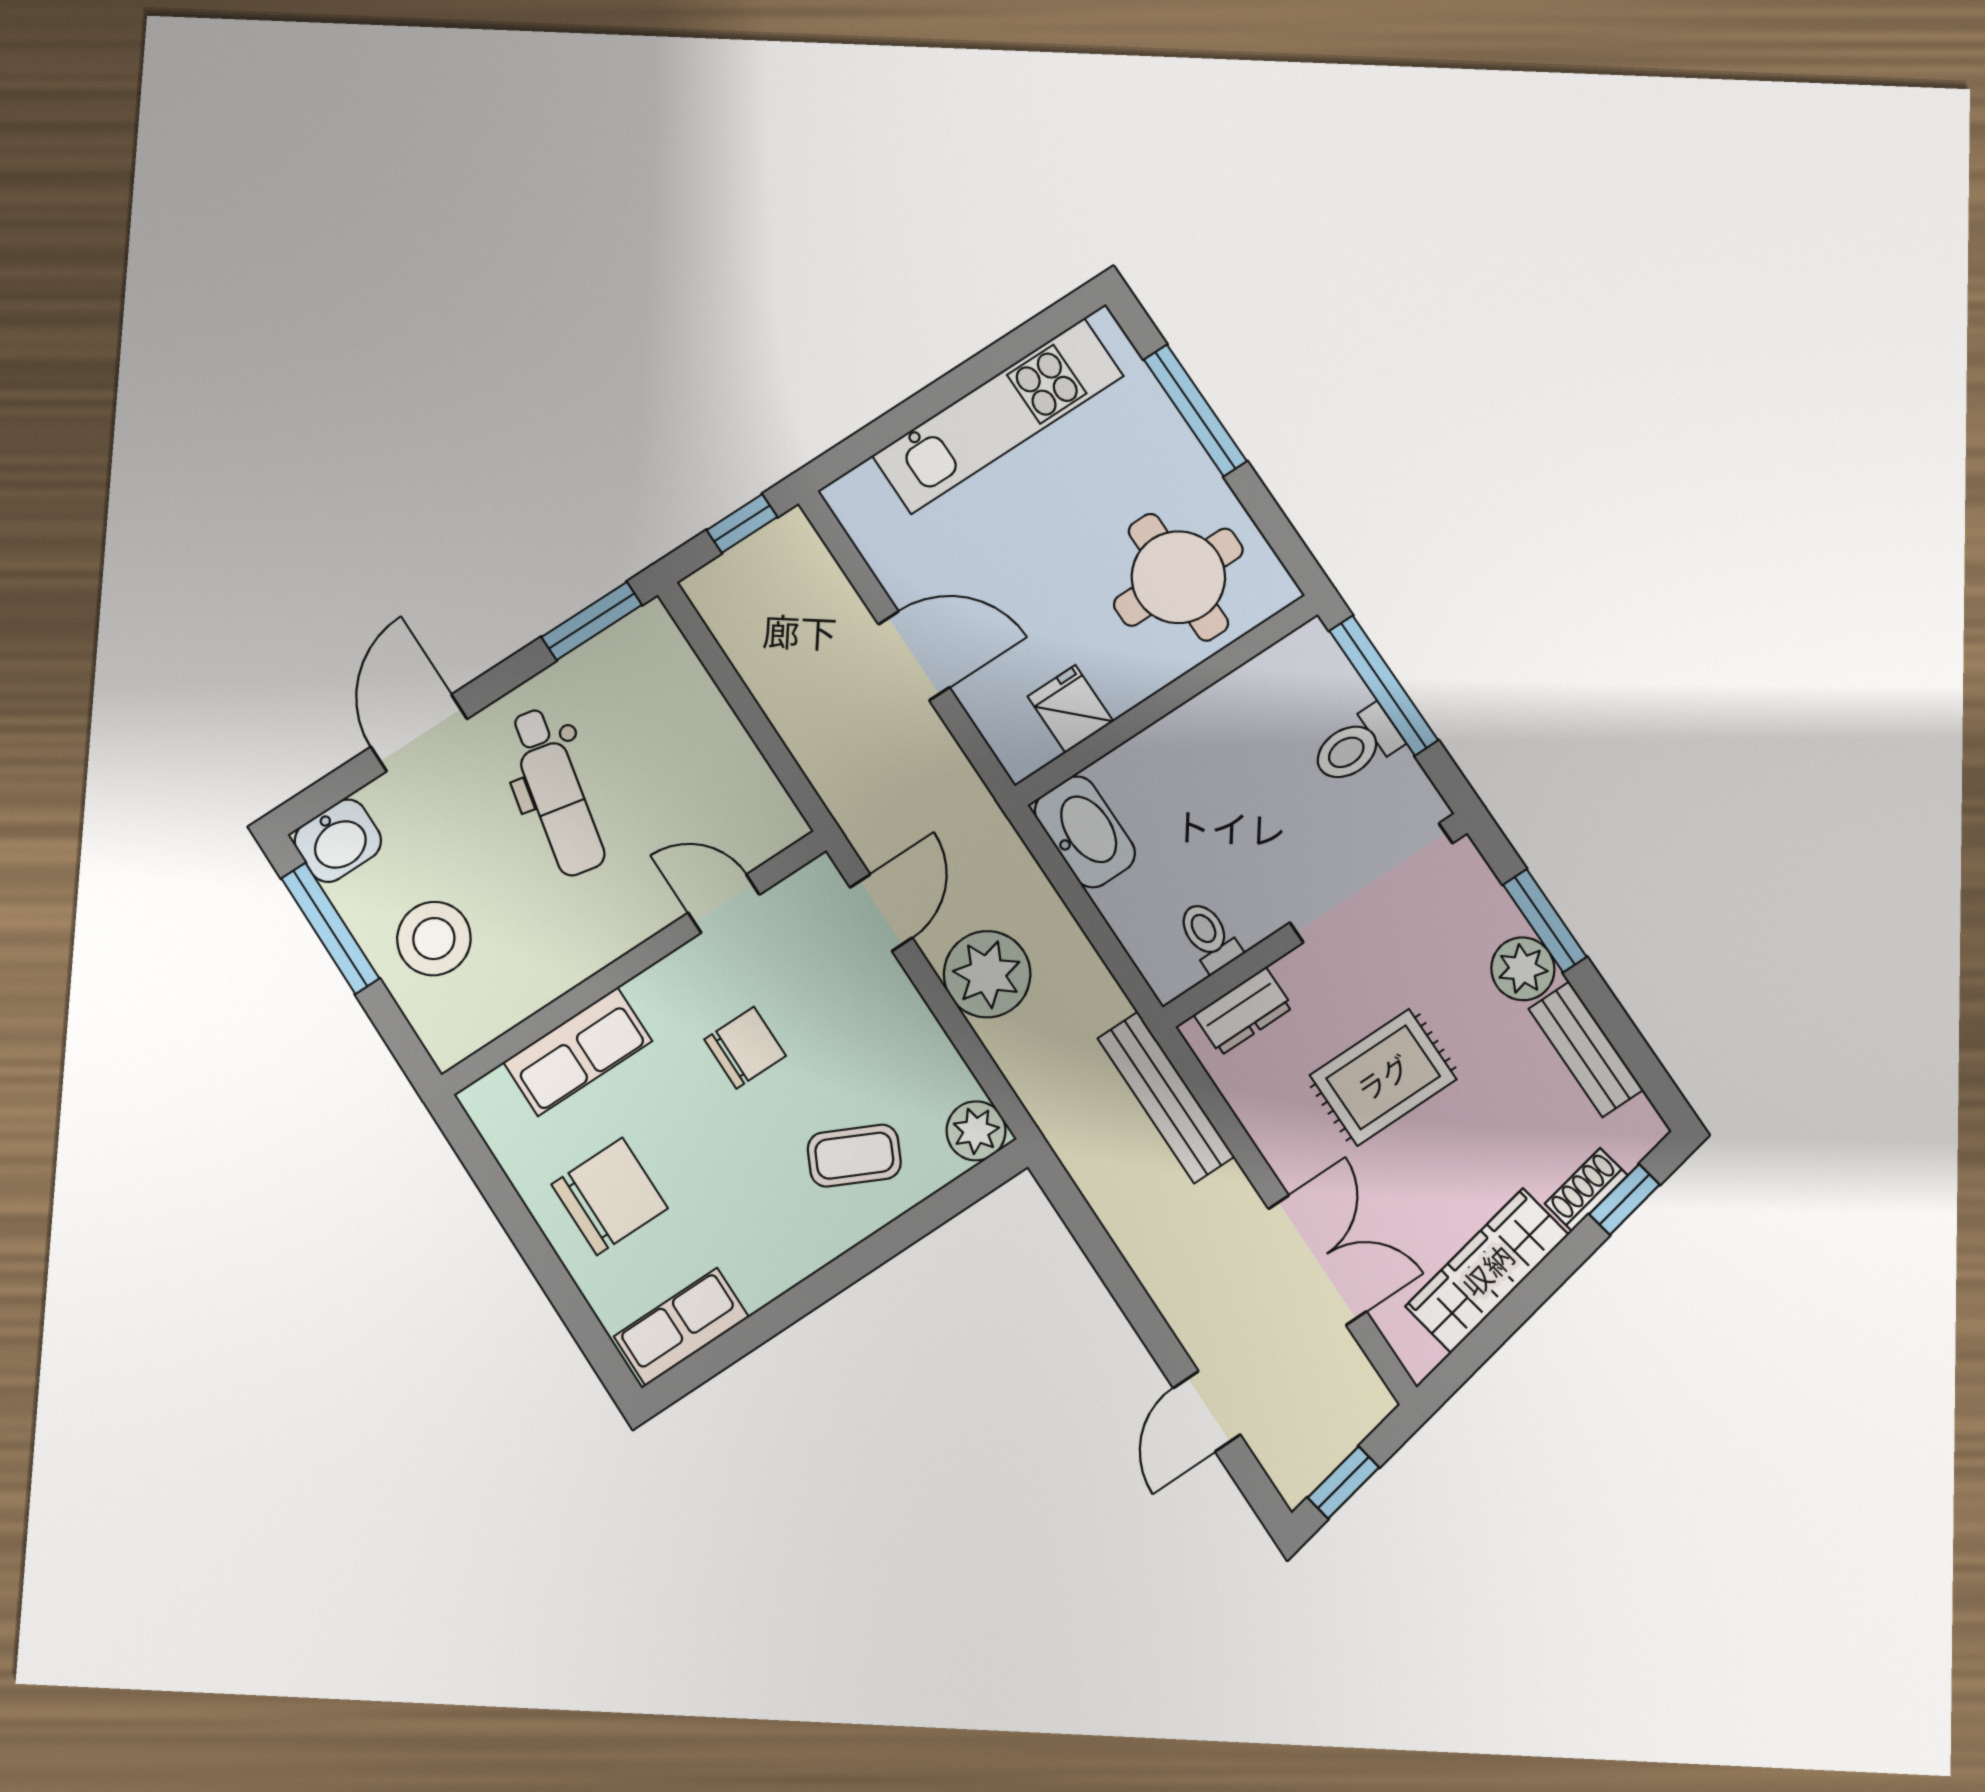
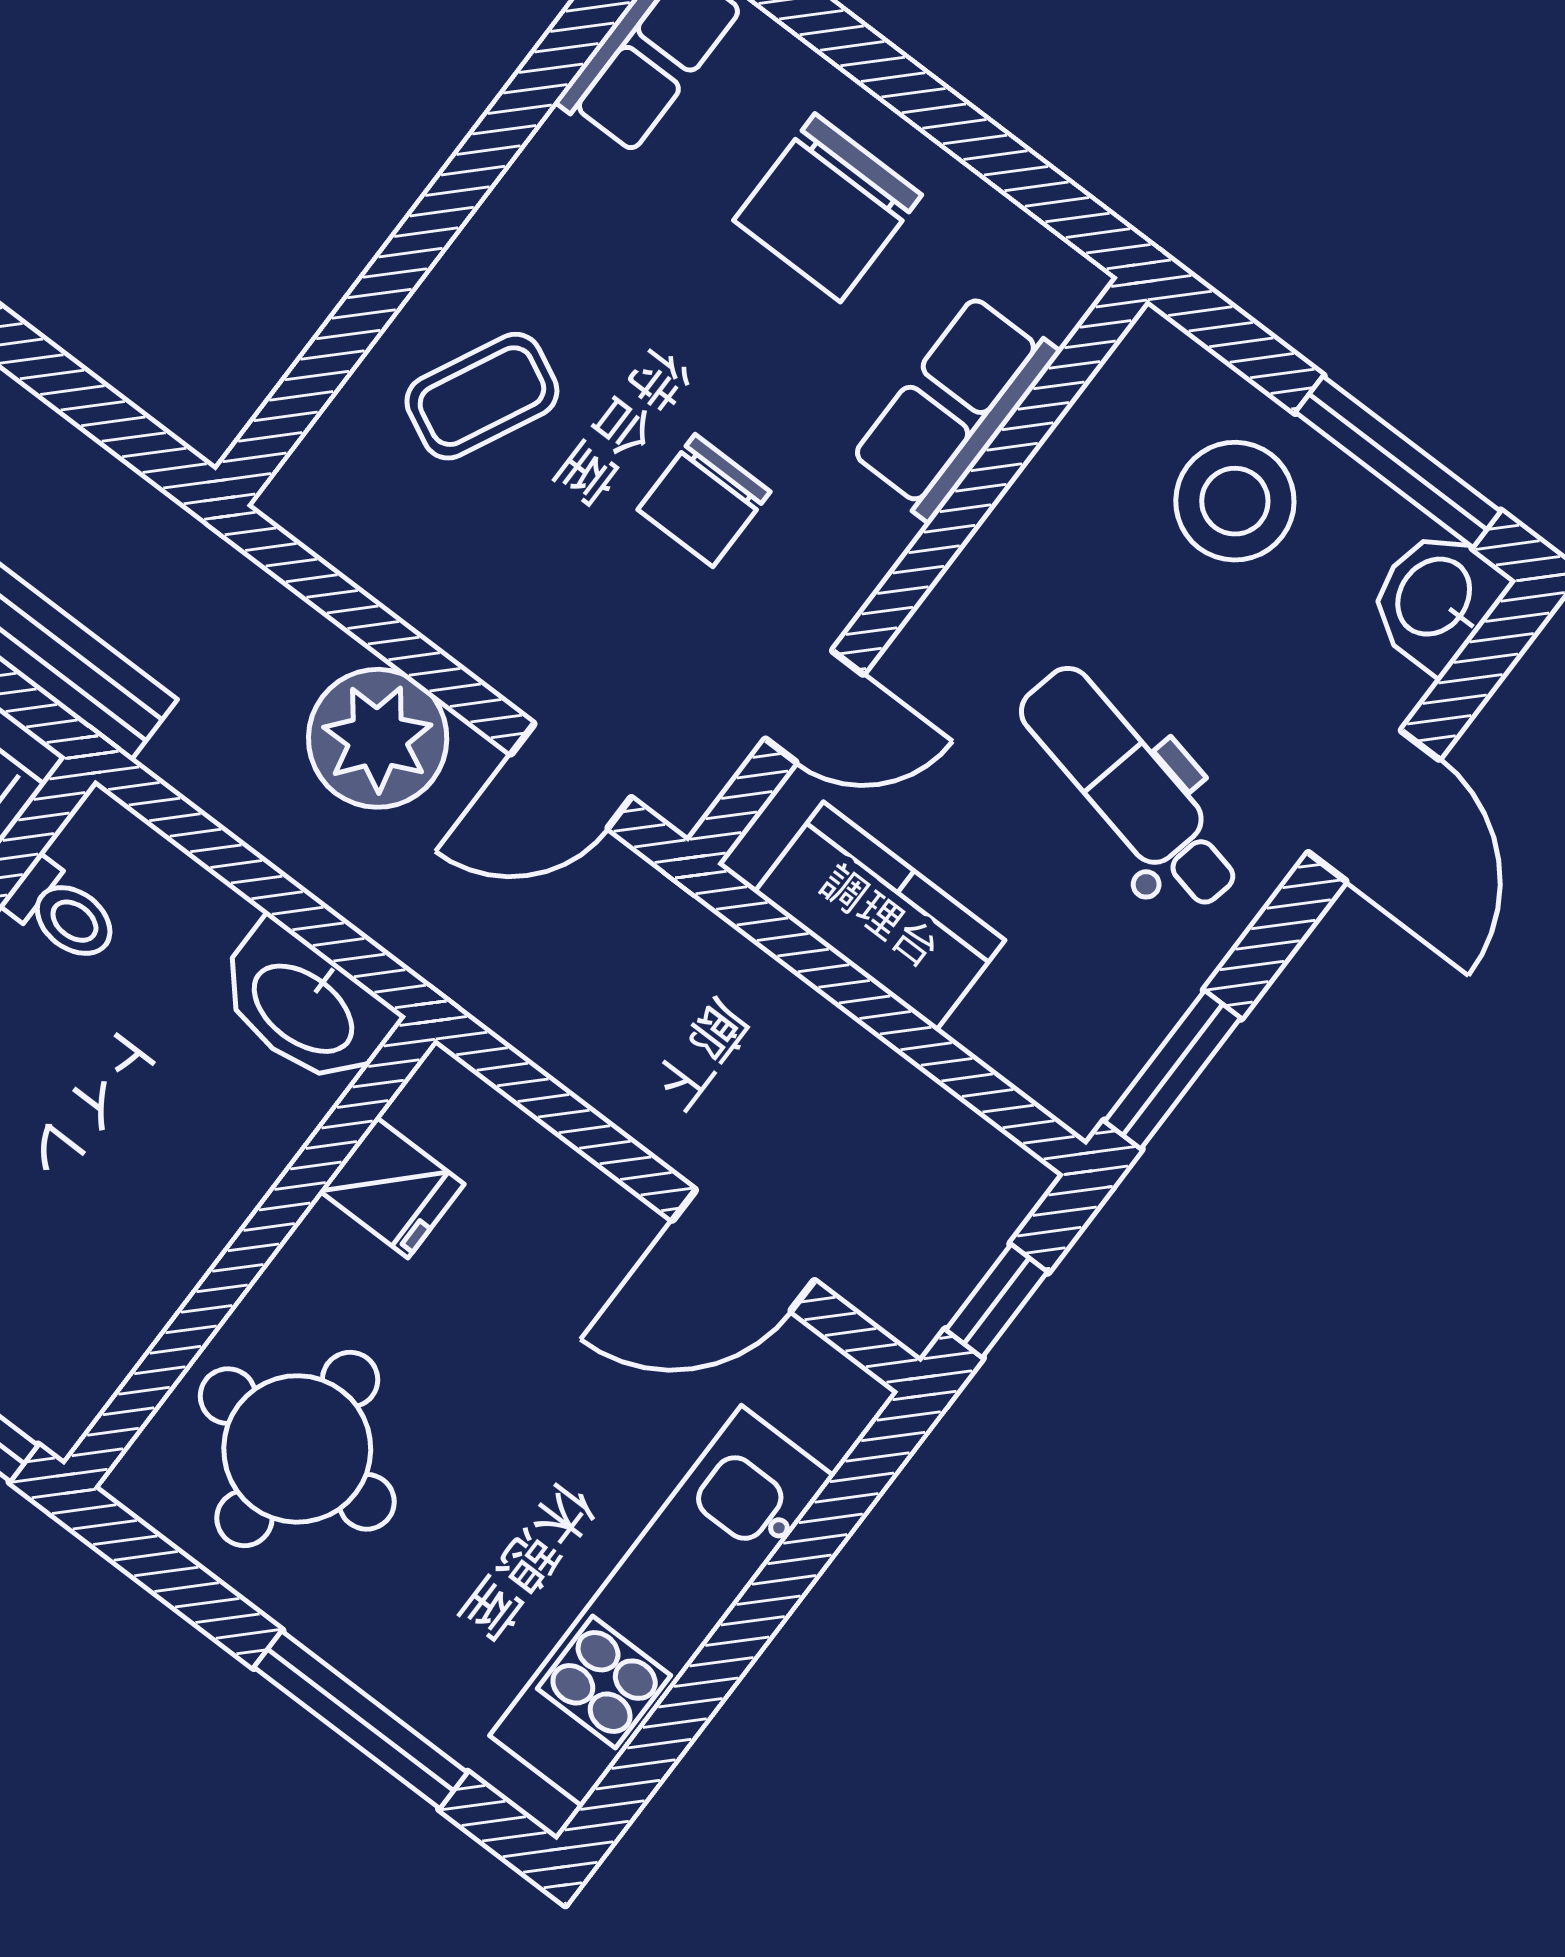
door: (914, 656) -> (743, 1250), moved
kitchen counter: (730, 768) -> (880, 916), added
door: (881, 913) -> (571, 776), hinge flipped
plant: (976, 1131) -> (312, 497), removed

